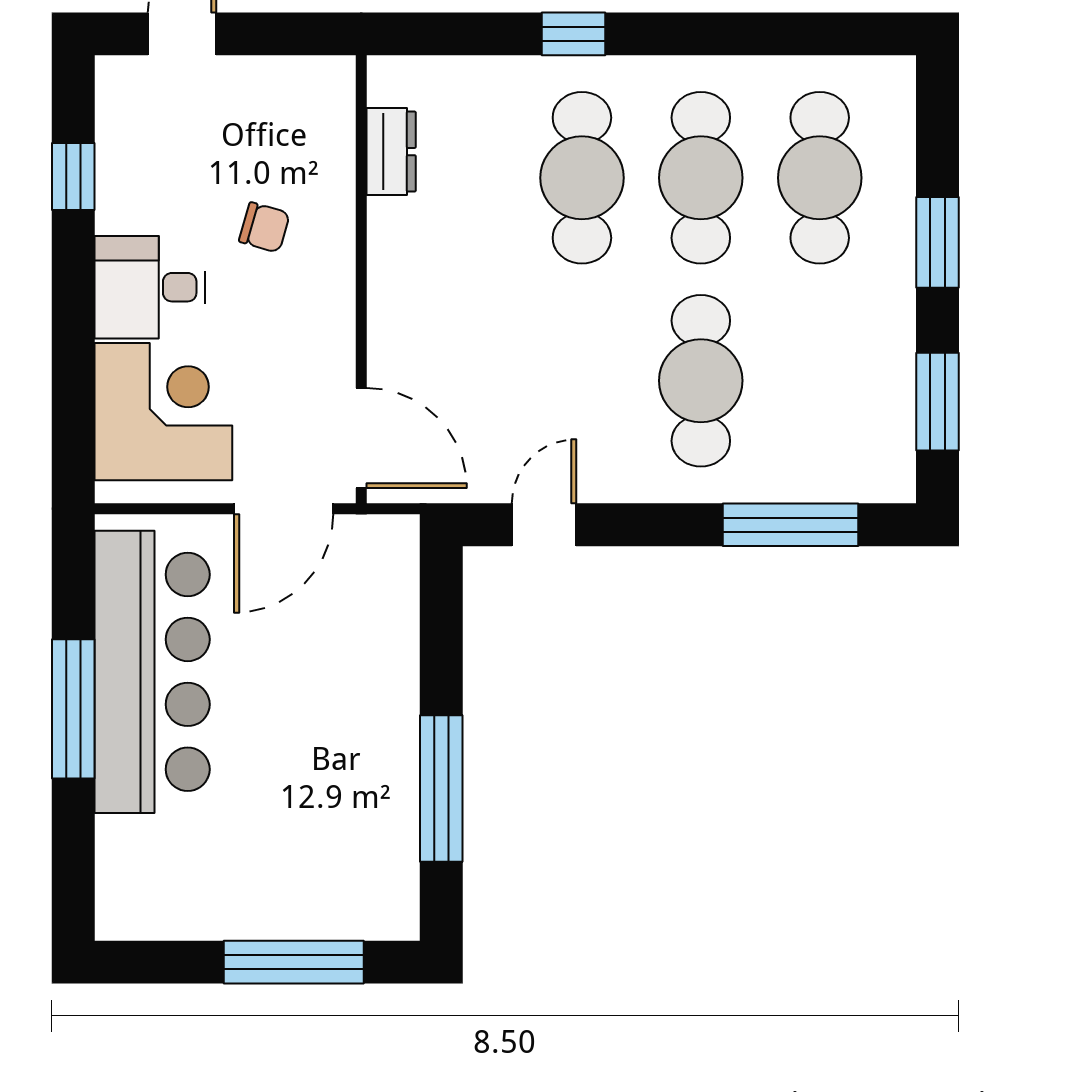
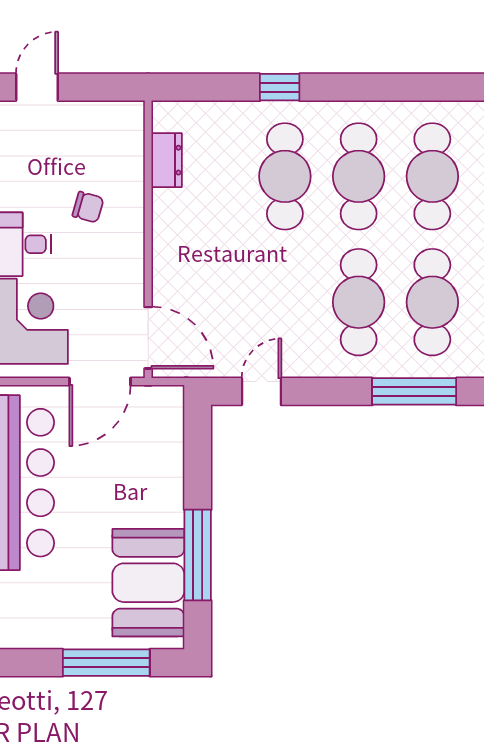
cafe table: (820, 381) -> (432, 302), added
booth: (362, 833) -> (148, 583), added

